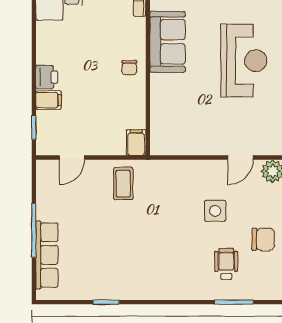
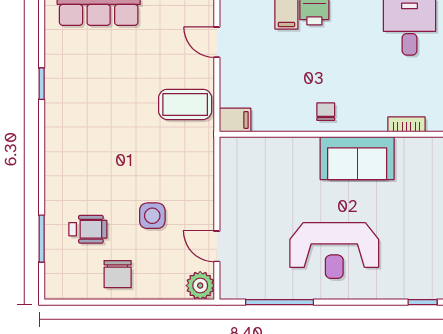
chair: (129, 68) -> (326, 112), turned 90
coffee table: (123, 184) -> (185, 104), width x1.36, depth x1.30

